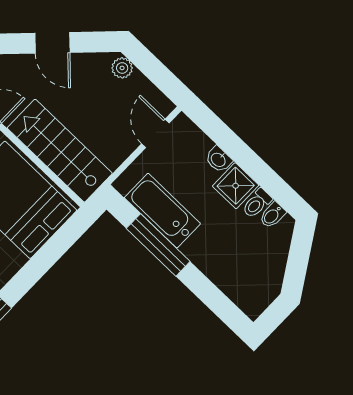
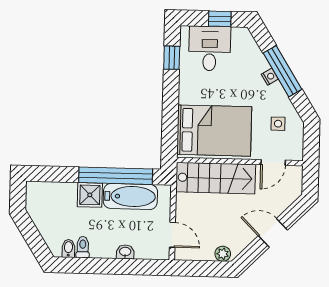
shower: (236, 186) -> (90, 195), moved
window: (158, 245) -> (116, 176), width x1.46

